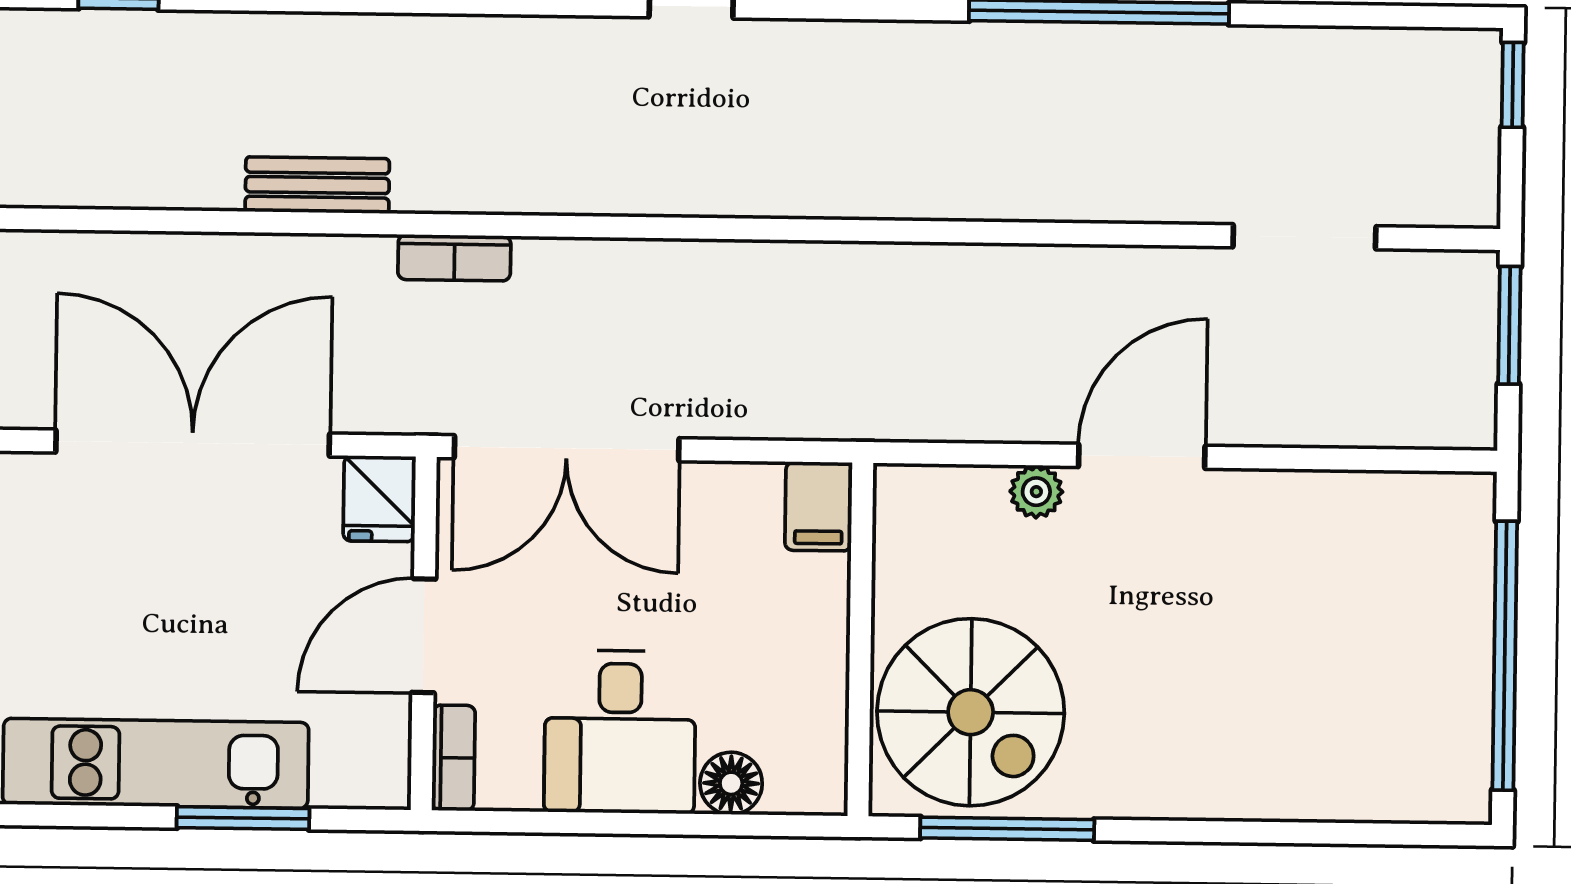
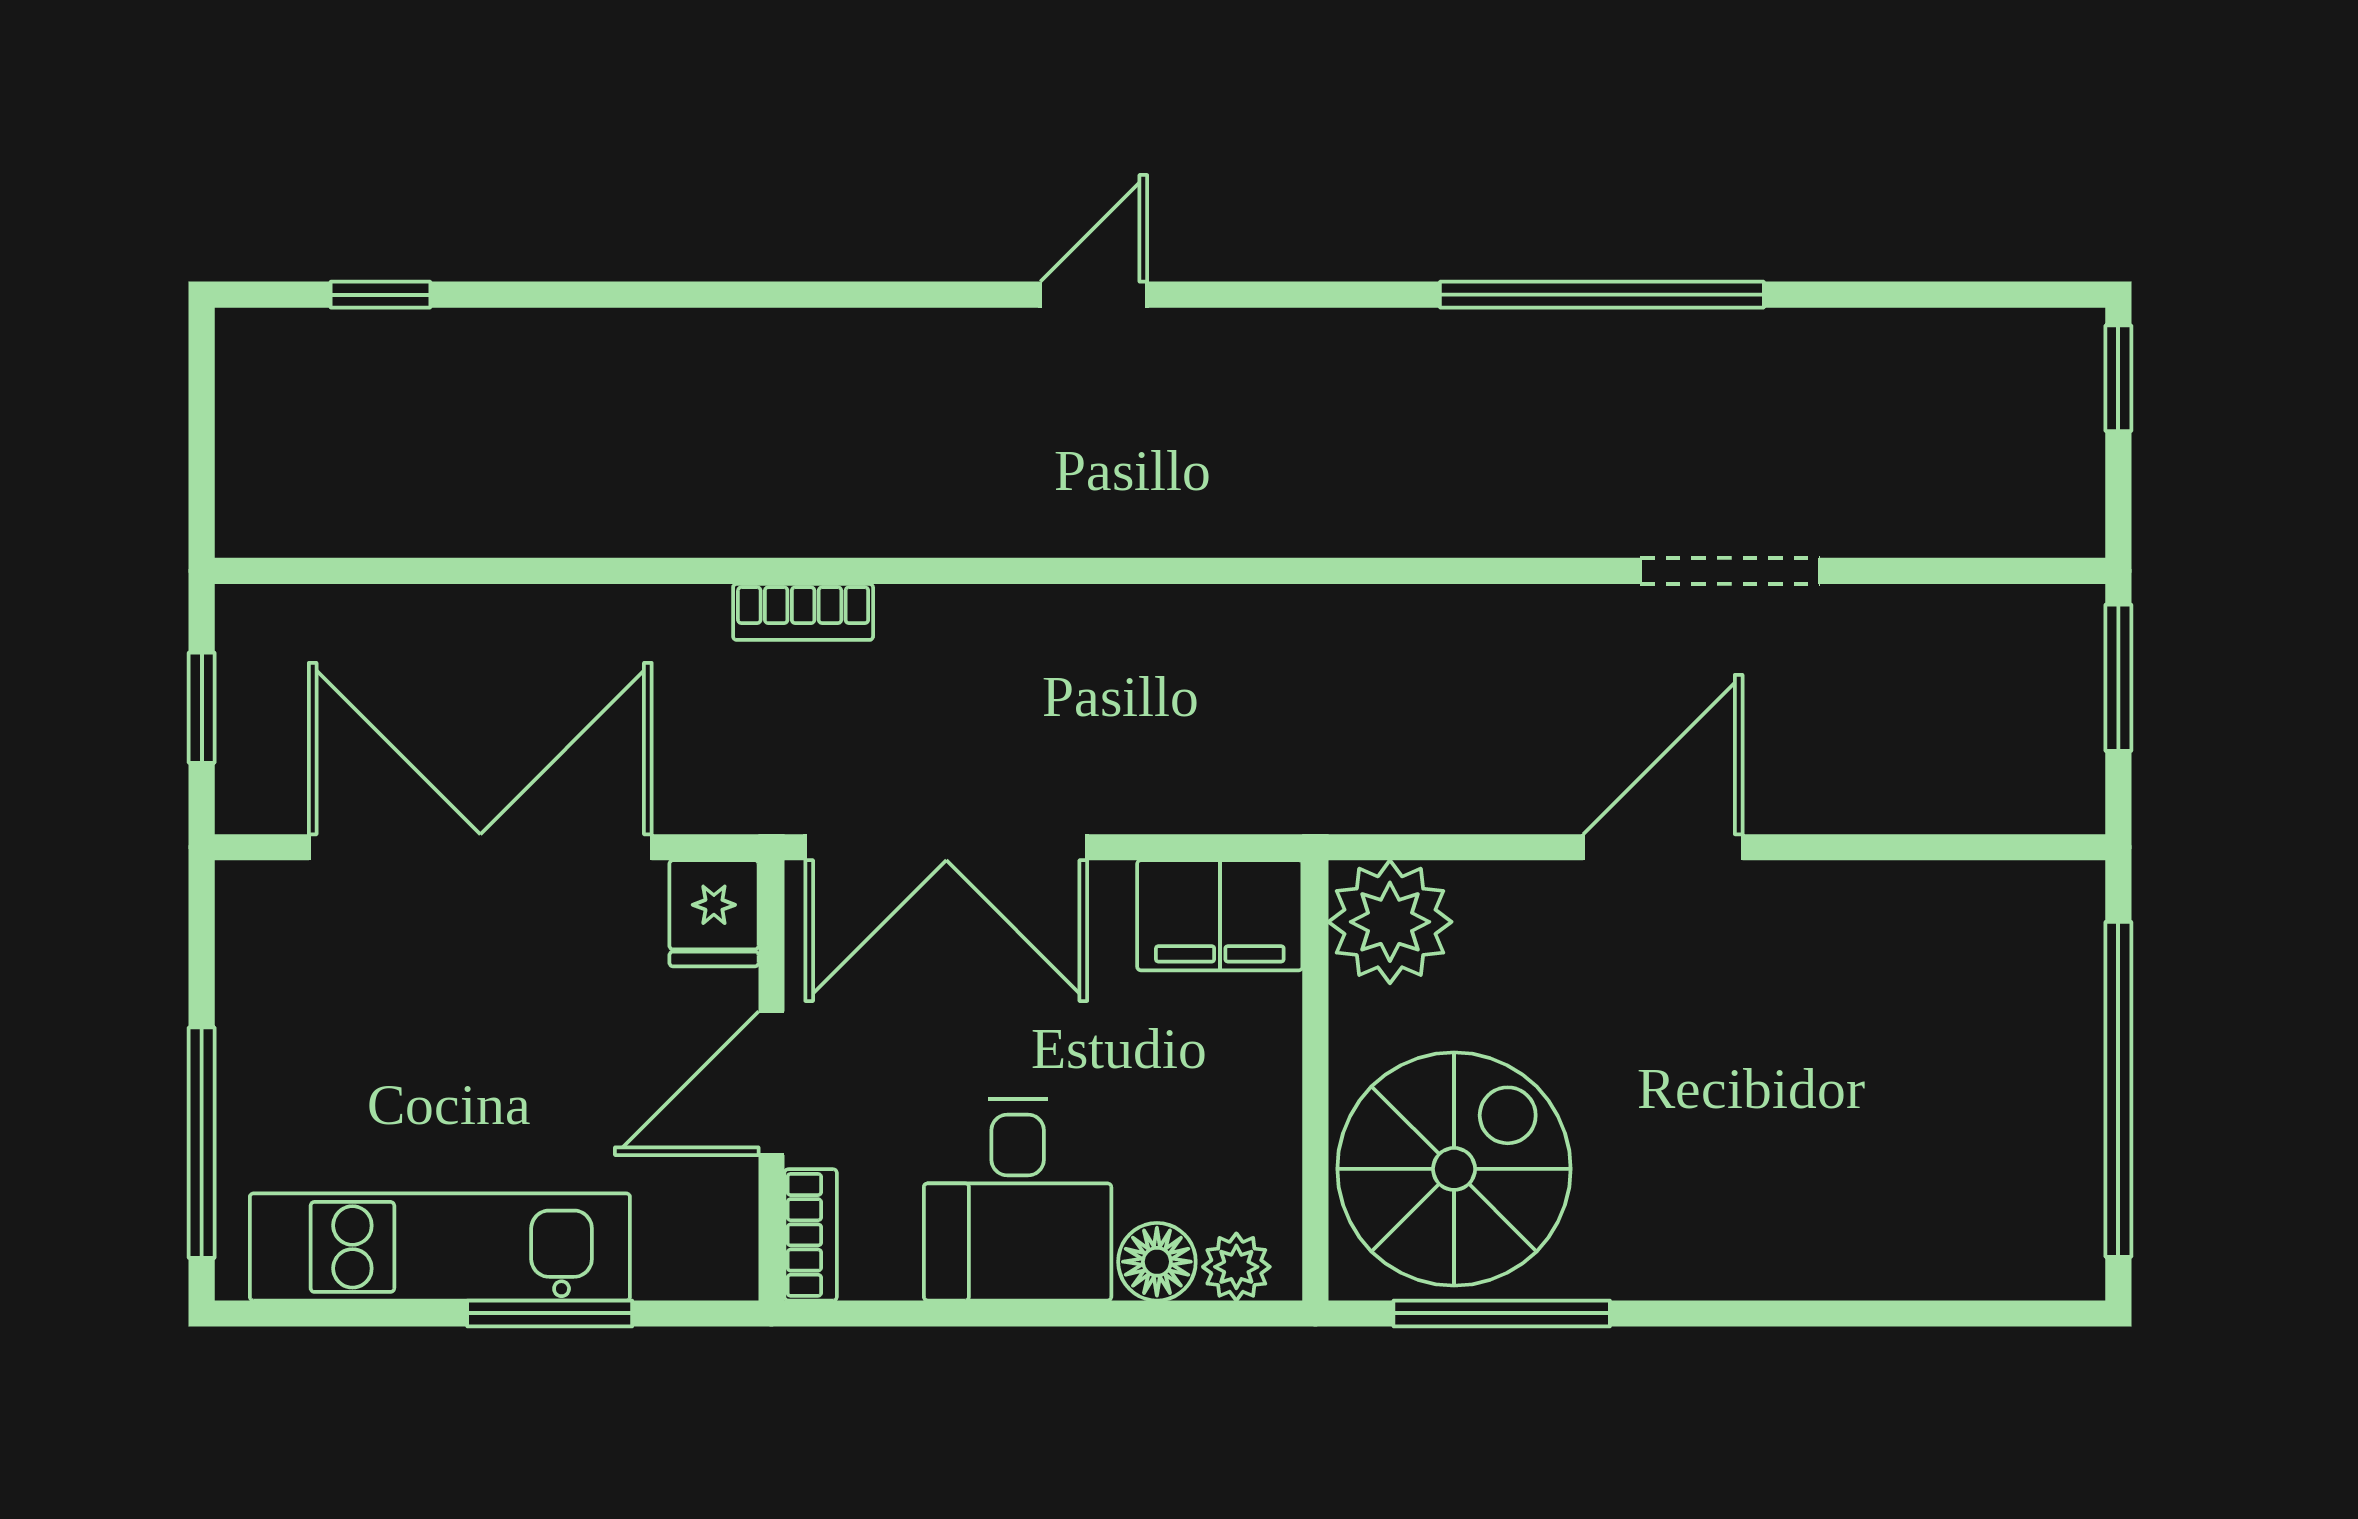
bench: (317, 185) -> (631, 524), removed
doorway: (1304, 237) -> (1730, 571), moved
plant: (1036, 492) -> (1390, 922), moved, width x1.88, depth x1.88
filing cabinet: (819, 506) -> (1220, 915), width x2.00
spiral stairs: (971, 712) -> (1454, 1169), turned -90
plant: (795, 788) -> (1236, 1267), added

